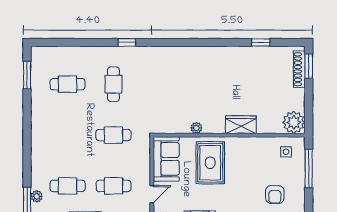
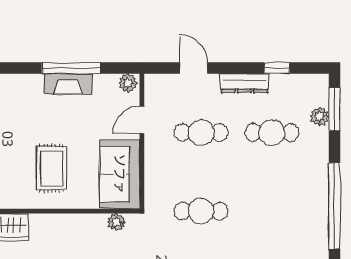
plant: (196, 128) -> (116, 222), moved
window: (27, 138) -> (334, 206), added
rug: (210, 163) -> (52, 168), width x0.73, depth x0.70

